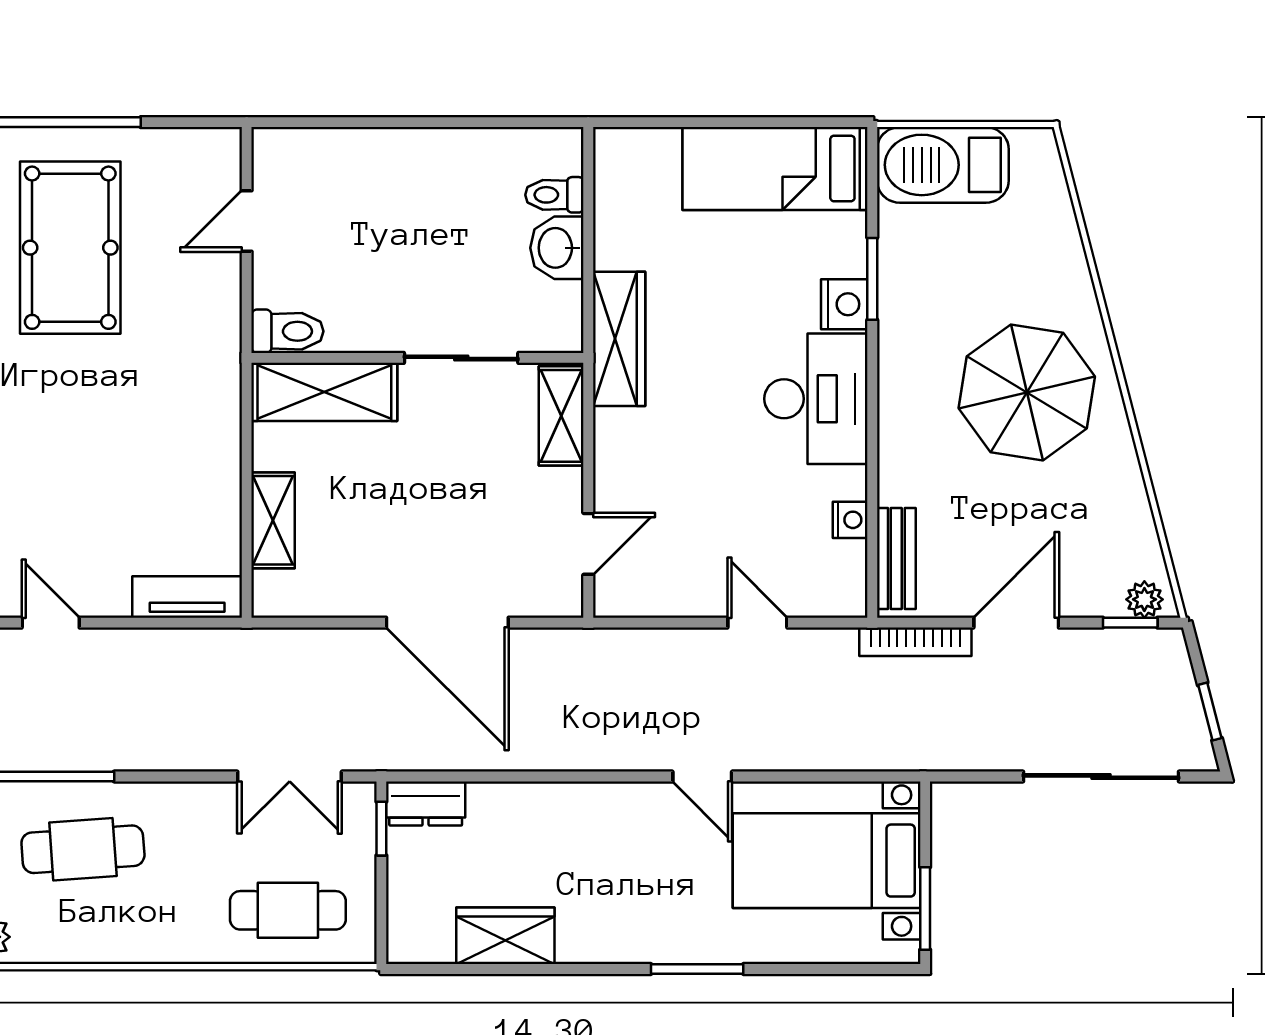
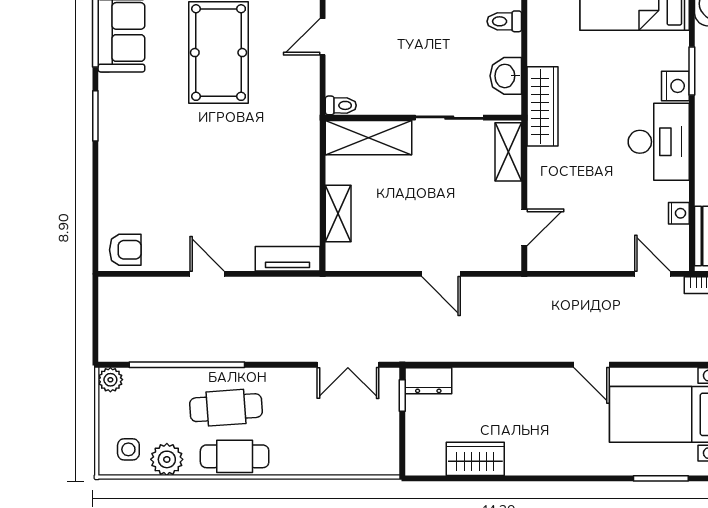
washbasin: (557, 248) -> (506, 76), moved
toilet: (287, 331) -> (341, 105), width x0.73, depth x0.72
door: (447, 623) -> (441, 274), width x0.53
door: (757, 623) -> (652, 274), moved
cafe table: (288, 910) -> (235, 456), moved
window: (697, 969) -> (661, 478), moved

